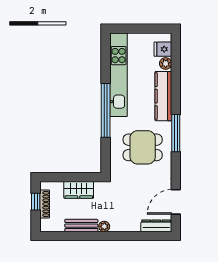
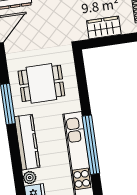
window: (106, 110) -> (91, 145), moved

